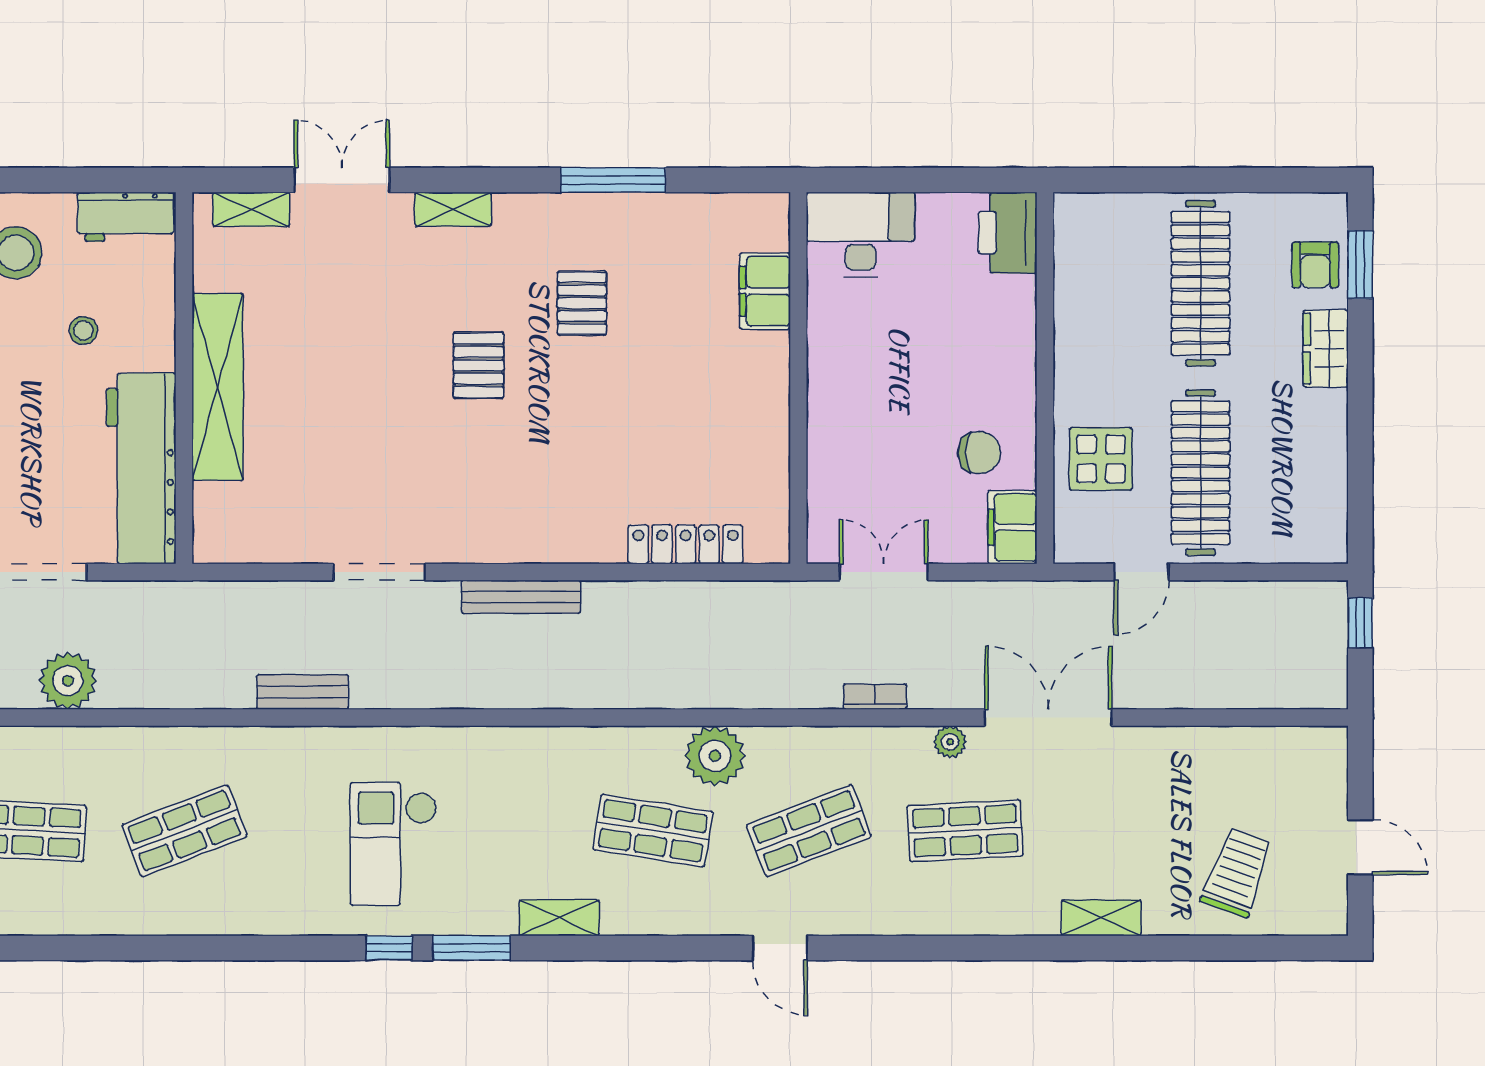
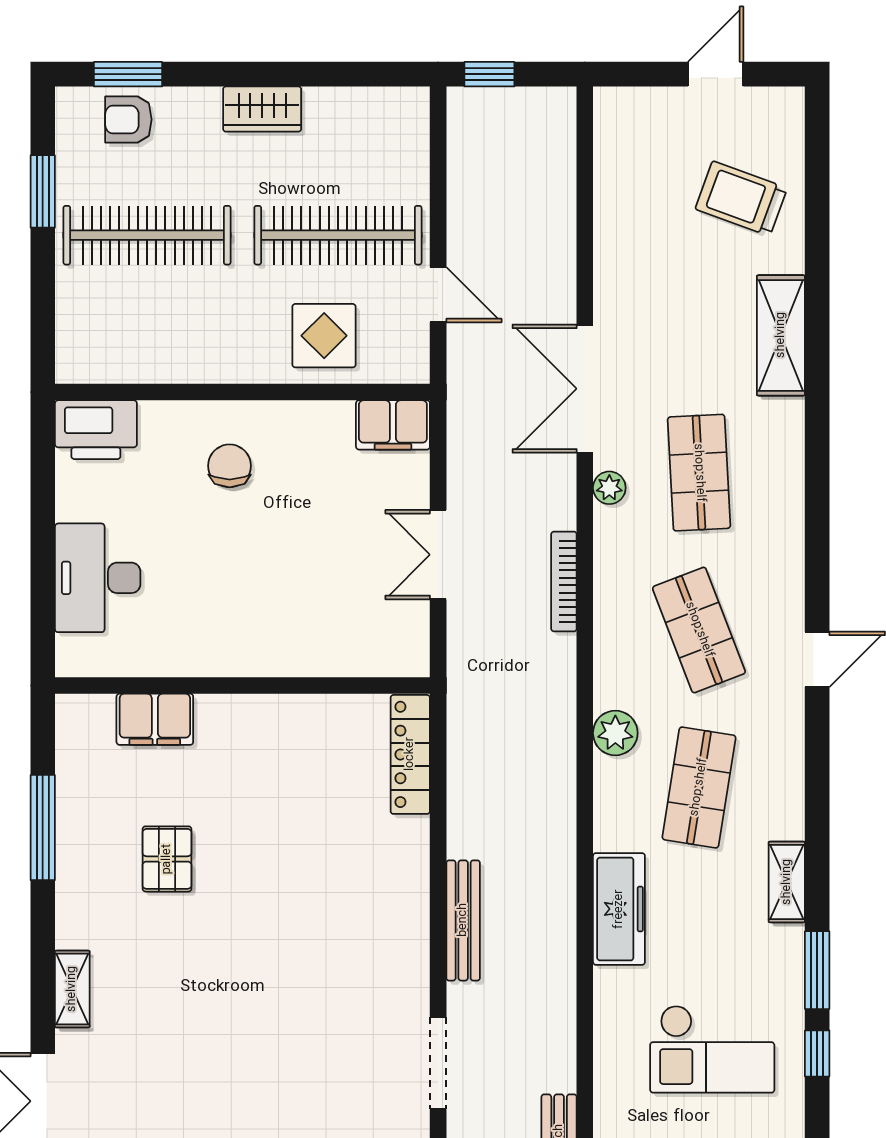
window: (1244, 180) -> (43, 191), added
armchair: (1315, 265) -> (128, 120), turned 180
filing cabinet: (765, 291) -> (155, 719), moved
pallet: (582, 303) -> (167, 859), turned 90
wardrobe: (1326, 349) -> (262, 109), moved
pallet: (478, 365) -> (230, 963), removed
wall: (798, 378) -> (242, 686), moved
chair: (979, 453) -> (230, 466), moved
bookcase: (875, 697) -> (564, 581), width x1.56
freezer: (532, 751) -> (619, 909), added
plant: (715, 756) -> (615, 733), width x0.73, depth x0.73
shelving: (1101, 918) -> (781, 335), width x1.50, depth x1.33

